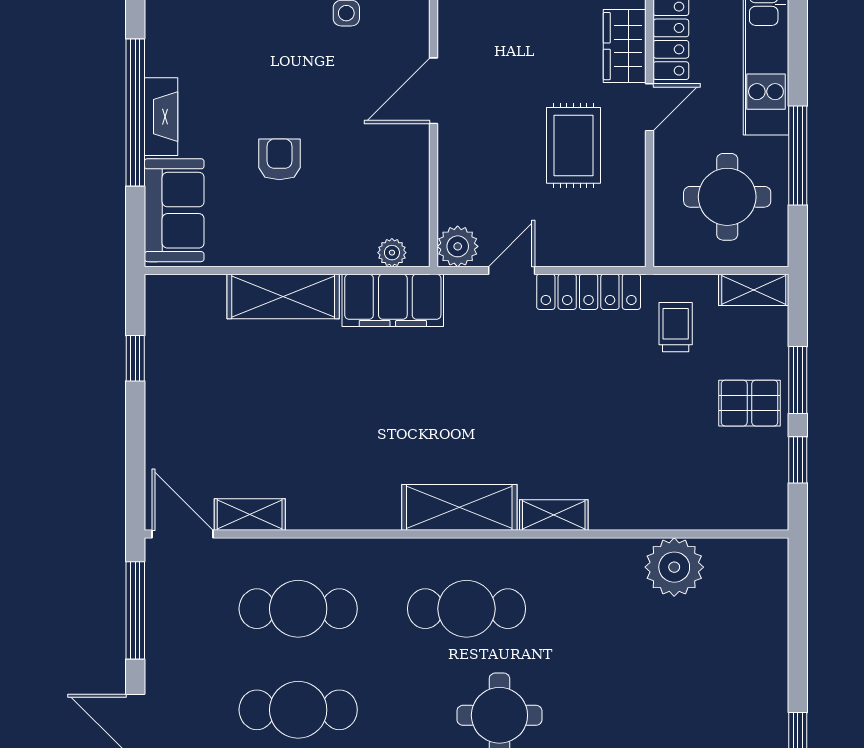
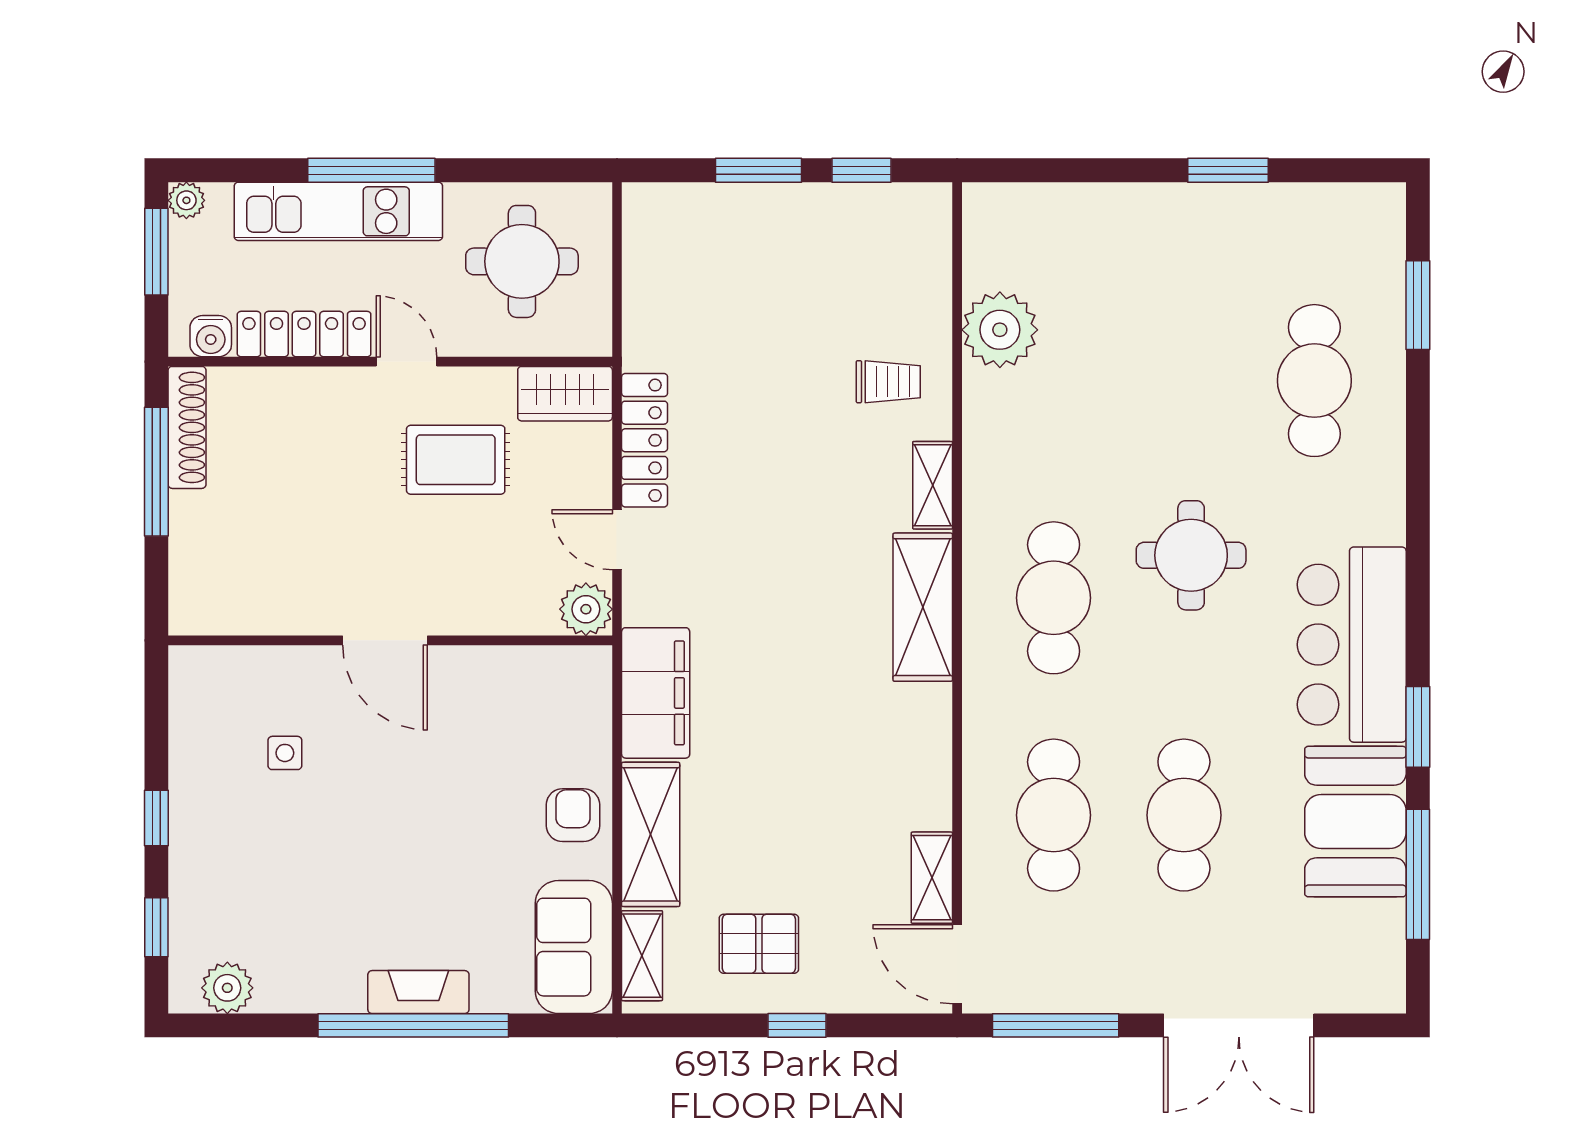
wardrobe: (625, 46) -> (565, 394), moved
window: (798, 156) -> (371, 170), moved
armchair: (279, 159) -> (573, 815), moved, turned 90
sofa: (174, 210) -> (574, 947), moved, turned -90
plant: (392, 253) -> (594, 694), removed
shelving: (754, 290) -> (642, 956), moved
trolley: (676, 327) -> (888, 382), moved, turned 180
window: (135, 358) -> (797, 1025), moved
pallet: (749, 403) -> (759, 944), moved, turned 90
door: (183, 534) -> (957, 964), hinge flipped

